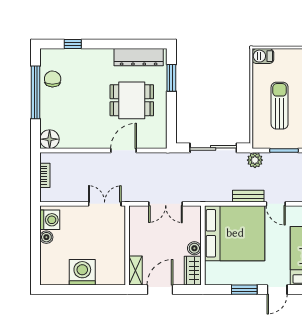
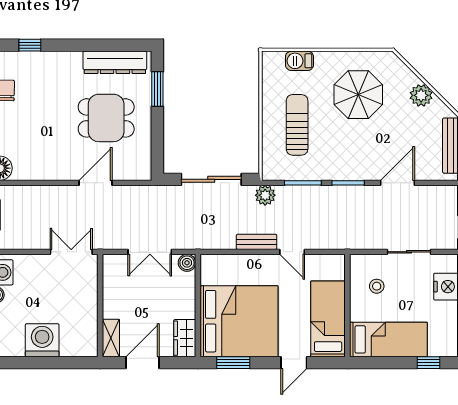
barbecue: (263, 56) -> (299, 61), moved
bed: (235, 233) -> (239, 321), moved
boiler: (194, 248) -> (187, 263), moved
window: (244, 290) -> (233, 363), moved

